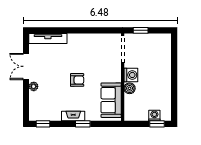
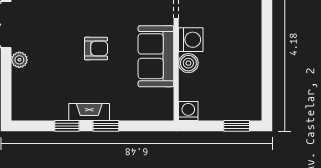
sofa: (111, 100) -> (156, 56), moved
washing machine: (154, 115) -> (188, 111), moved
window: (43, 124) -> (67, 126), moved

